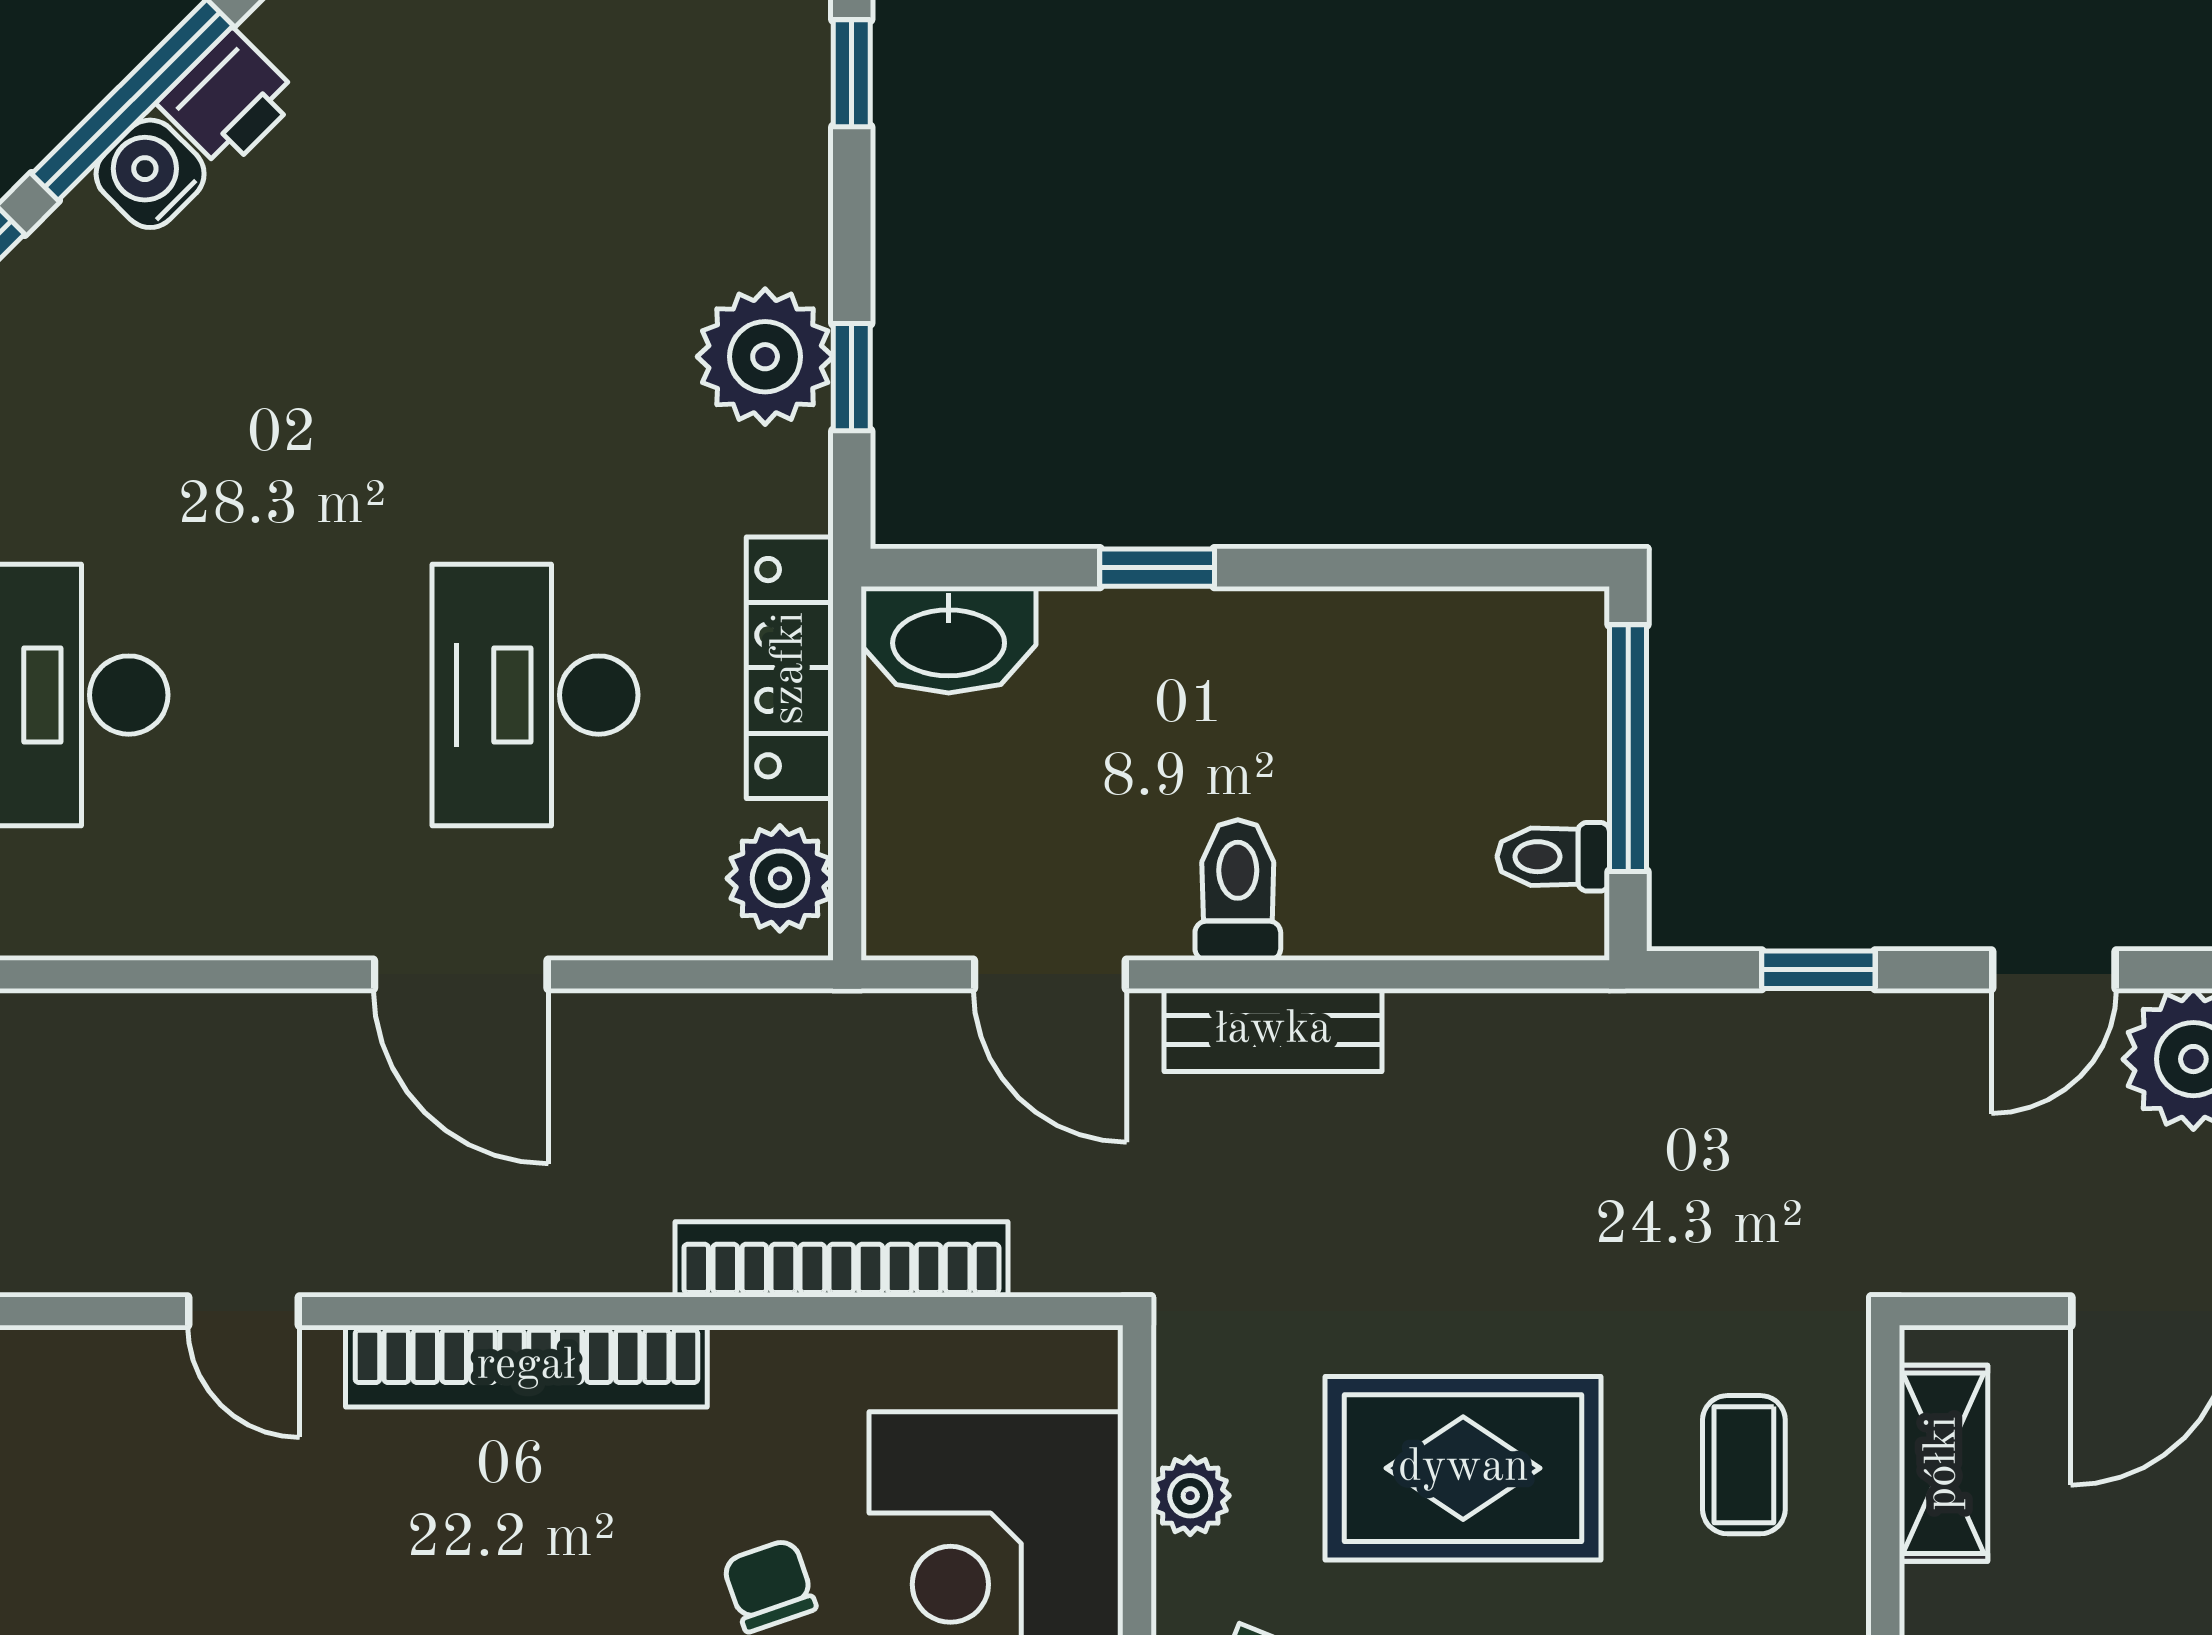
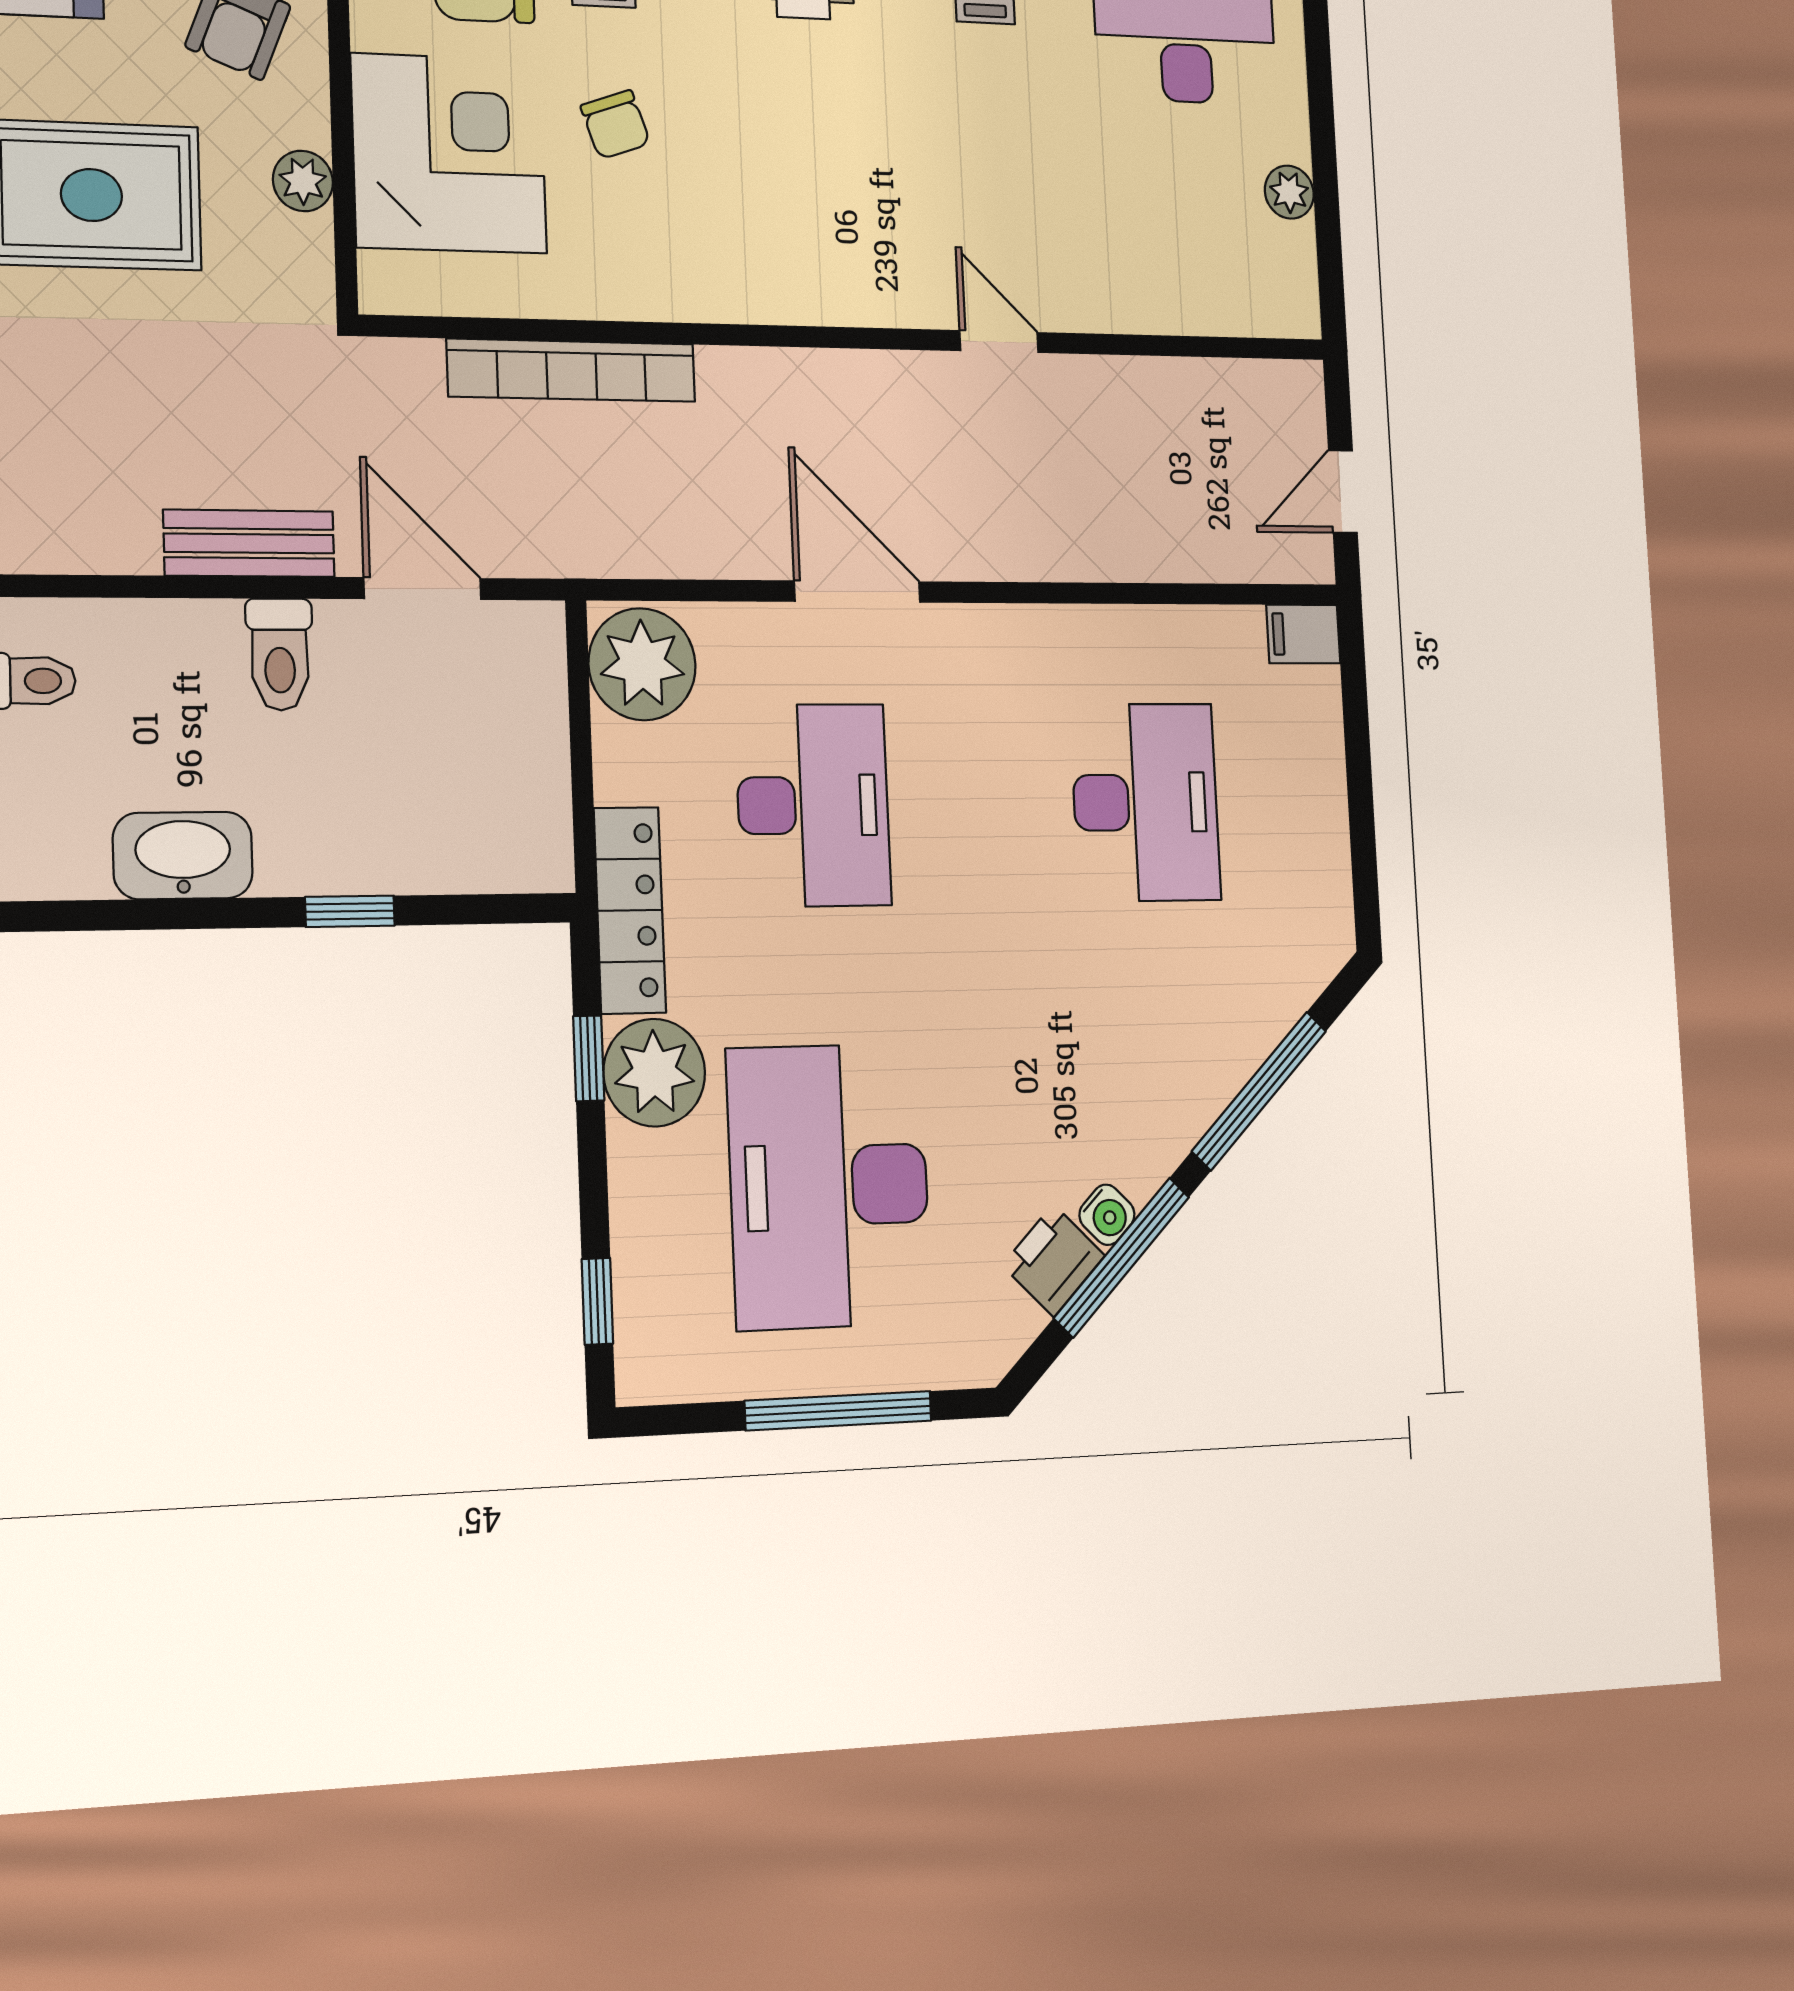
water cooler: (150, 174) -> (1107, 1215), width x0.72, depth x0.72
desk: (535, 206) -> (829, 1186), added
washbasin: (949, 640) -> (183, 856), moved
locker: (790, 668) -> (630, 910), moved
plant: (780, 878) -> (642, 664), width x1.36, depth x1.36
bookcase: (526, 1366) -> (798, 295), removed

